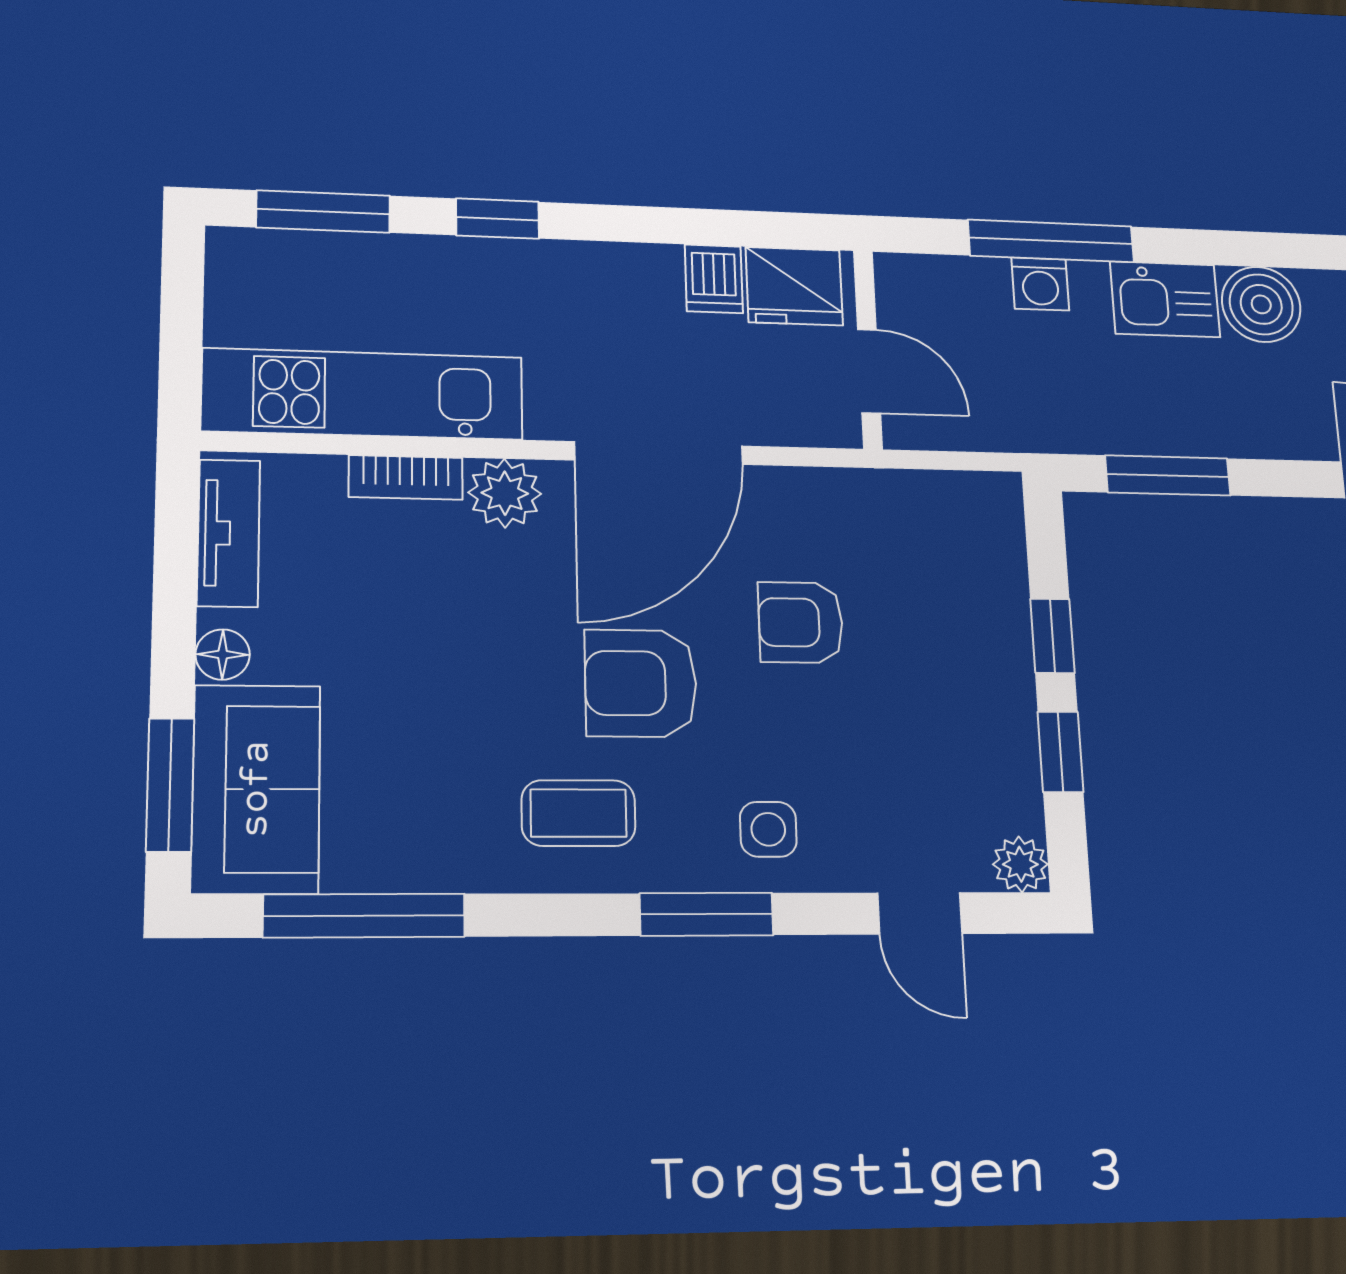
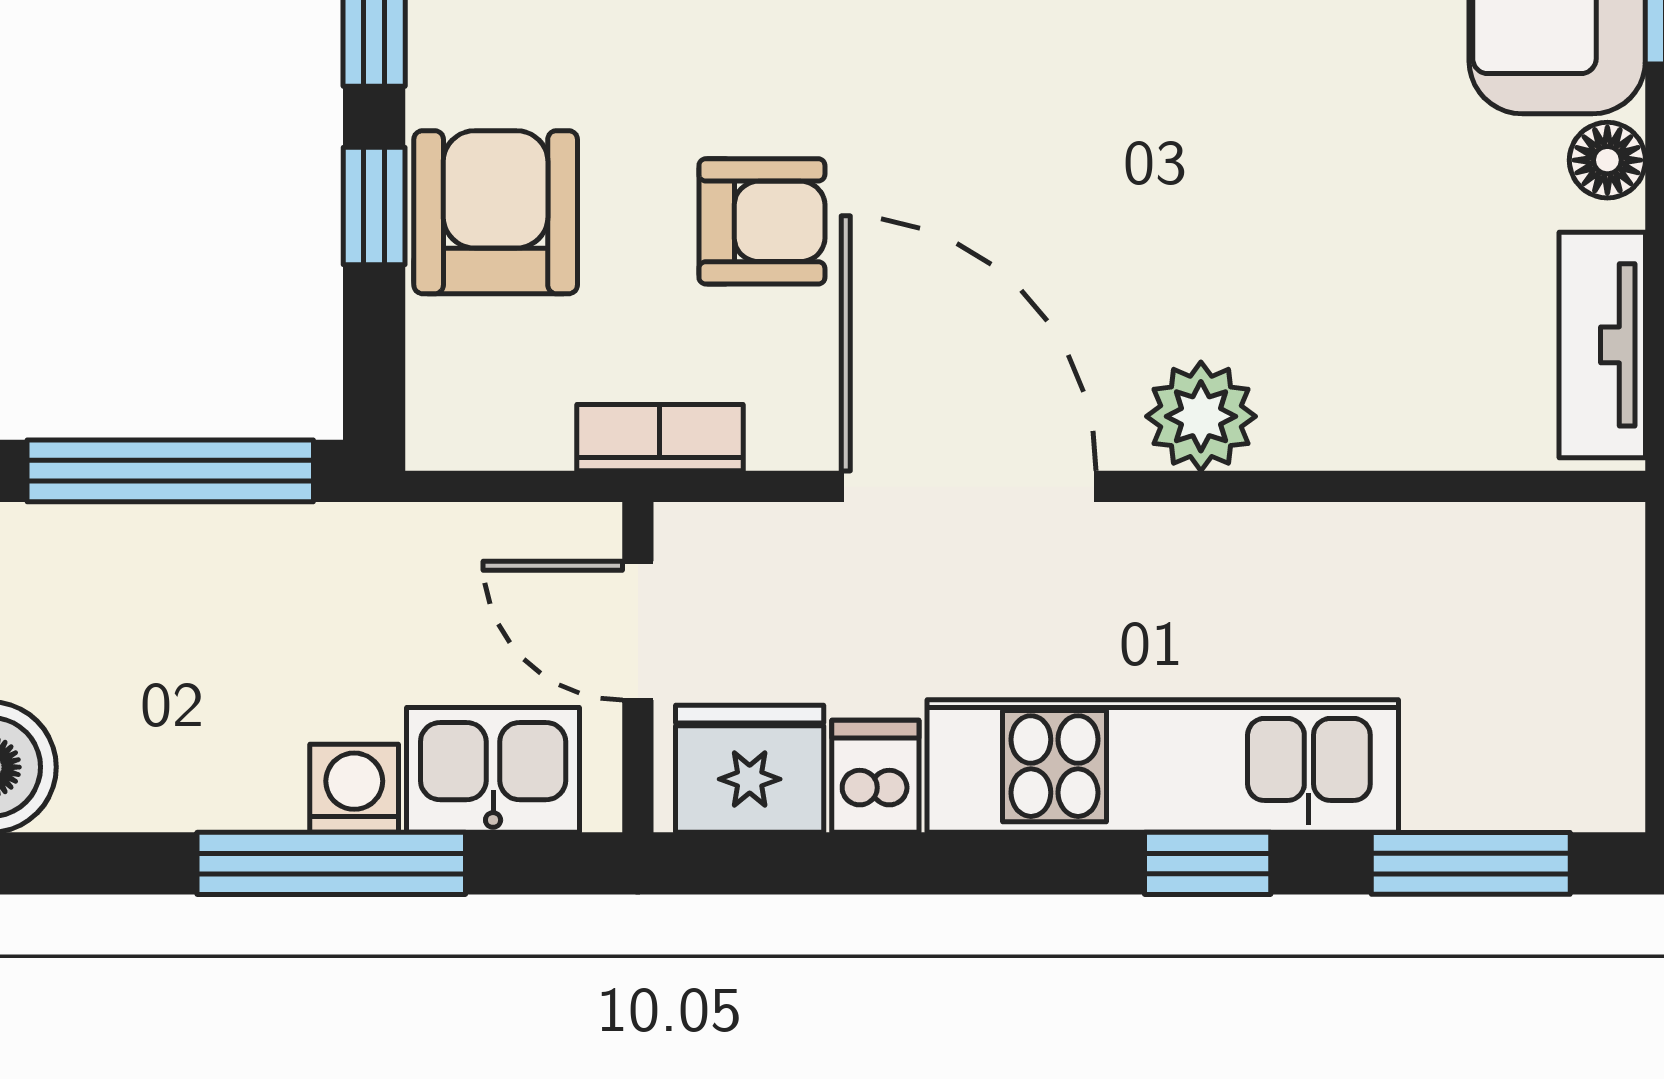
kitchen sink: (1165, 299) -> (493, 770), moved
kitchen unit: (363, 394) -> (1163, 766), moved, turned 180
door: (659, 453) -> (969, 486), hinge flipped
window: (1168, 475) -> (170, 471), width x1.44
bookcase: (406, 477) -> (660, 438), moved
armchair: (641, 683) -> (496, 212), moved, turned -90

